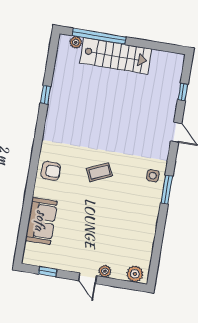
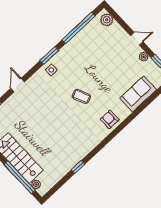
window: (158, 242) -> (79, 28), added
plant: (105, 271) -> (144, 57), moved
door: (88, 278) -> (137, 39), hinge flipped

